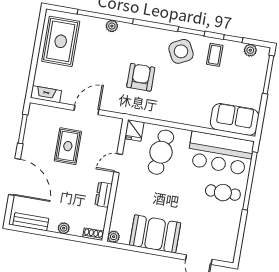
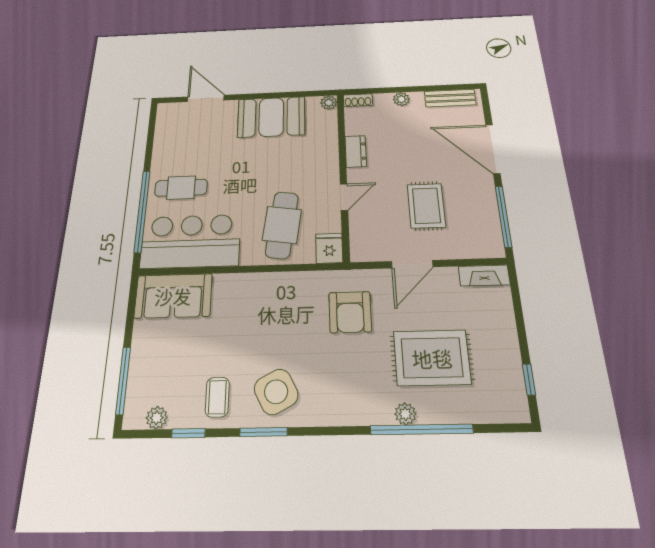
window: (40, 31) -> (529, 380), added
rug: (61, 41) -> (432, 358), moved, turned 90
armchair: (141, 77) -> (350, 312), moved
window: (23, 129) -> (503, 216), width x1.44

